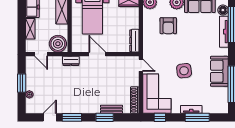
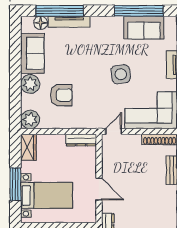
door: (97, 54) -> (99, 189), swing flipped
sofa: (219, 71) -> (144, 28), moved

